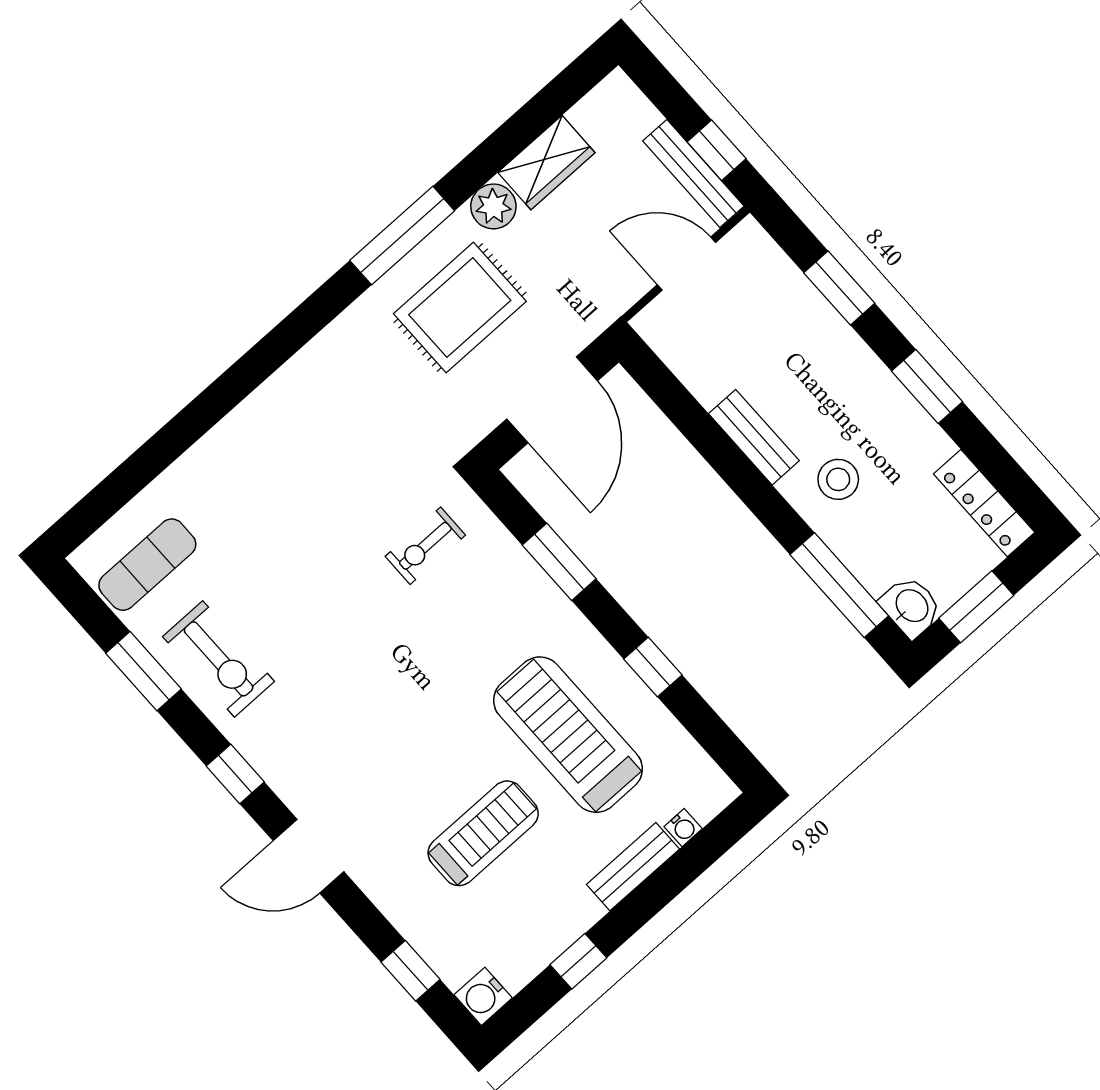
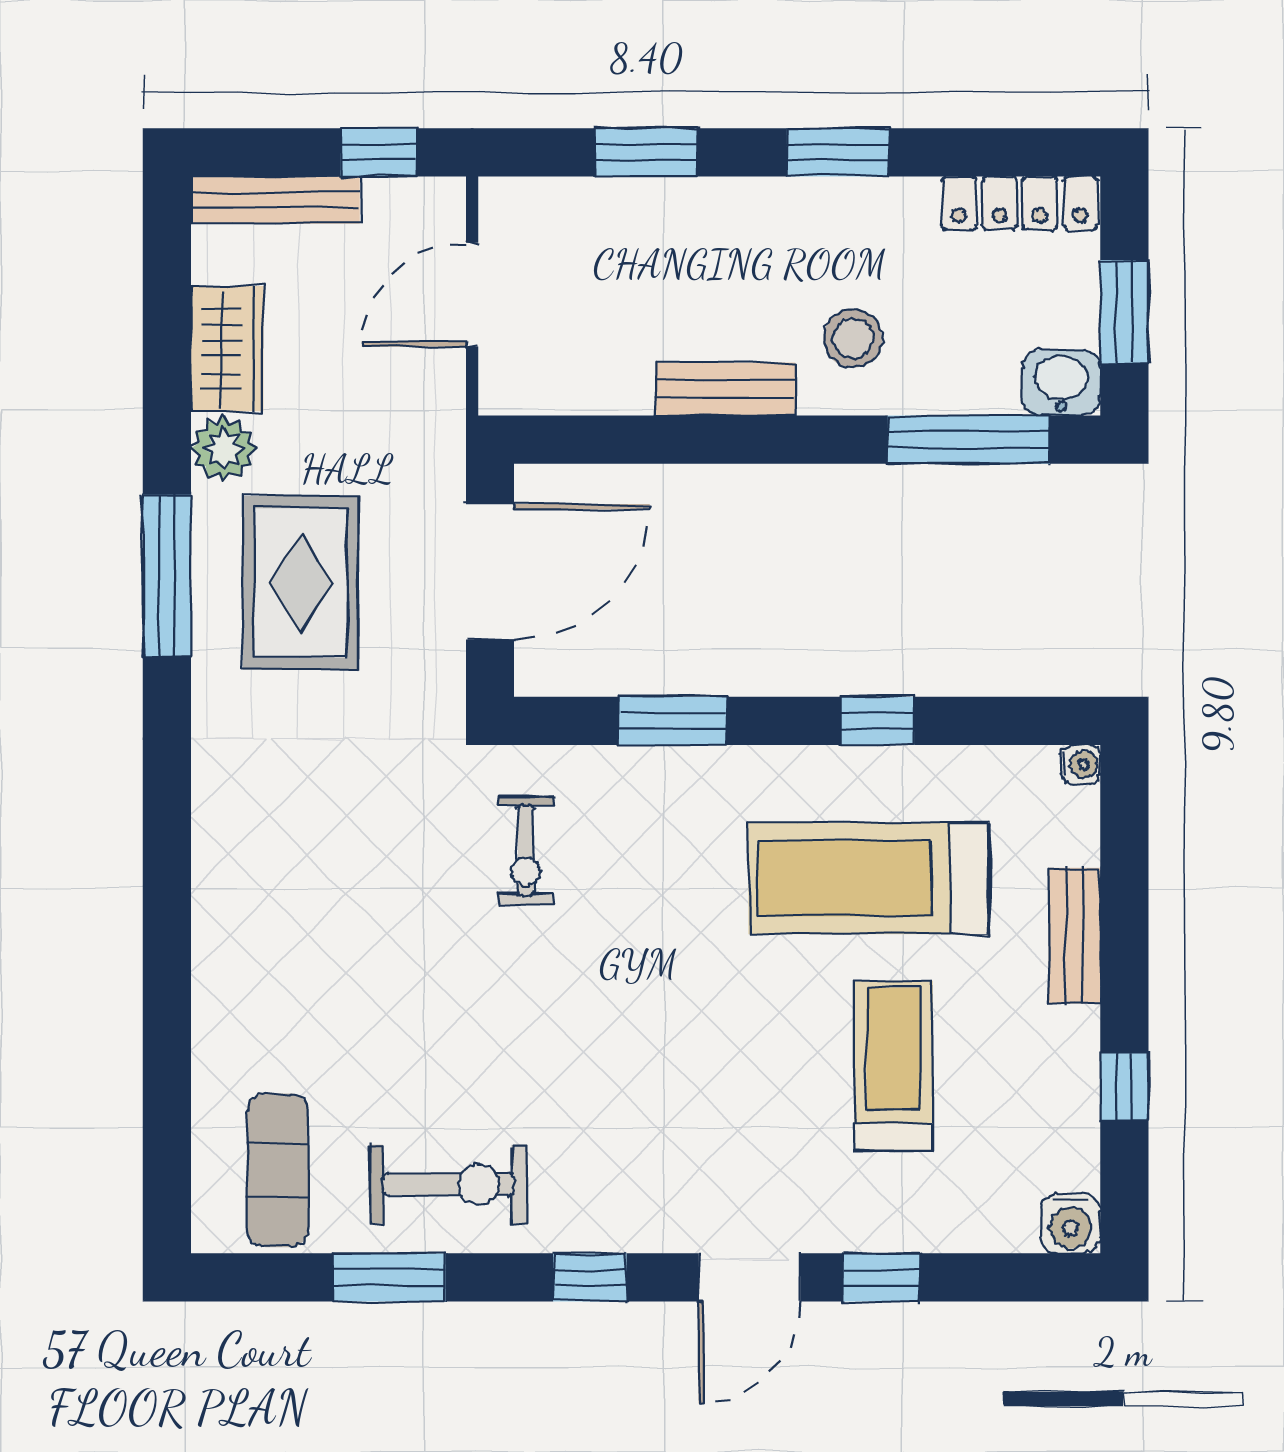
bench: (693, 173) -> (275, 200), moved
door: (552, 400) -> (490, 572), hinge flipped
water cooler: (683, 828) -> (1081, 765), moved
window: (411, 971) -> (881, 1277), moved

